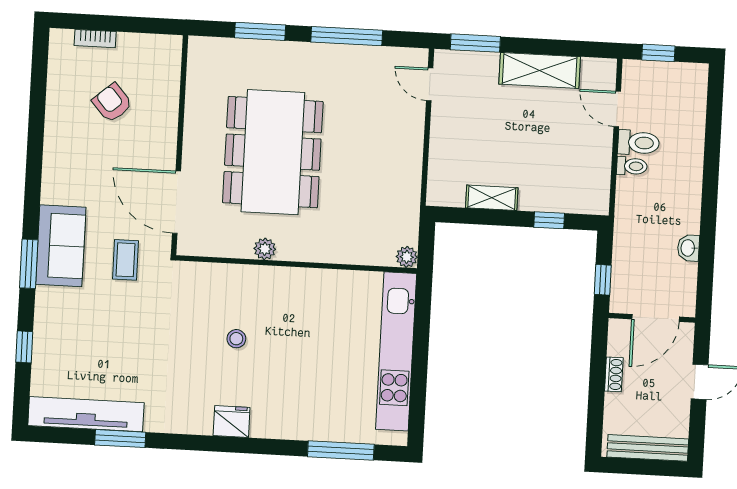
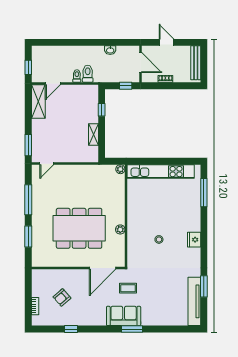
shelving: (540, 70) -> (38, 102), moved
toilet: (639, 143) -> (88, 74), moved
window: (24, 347) -> (71, 329), moved

